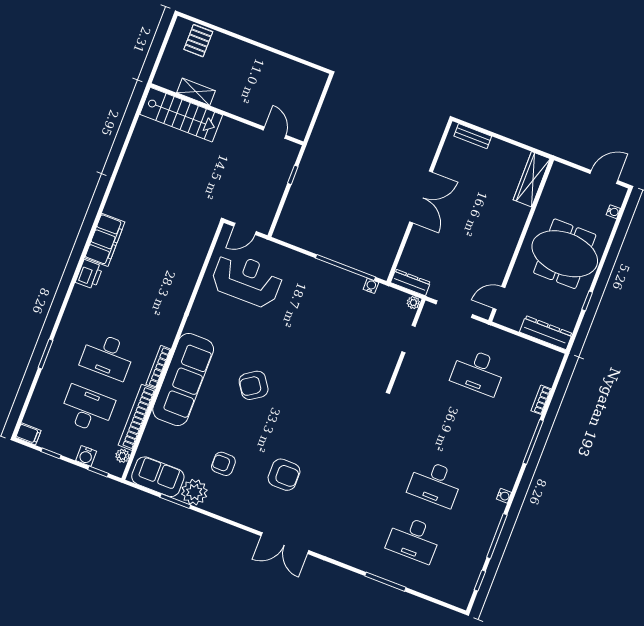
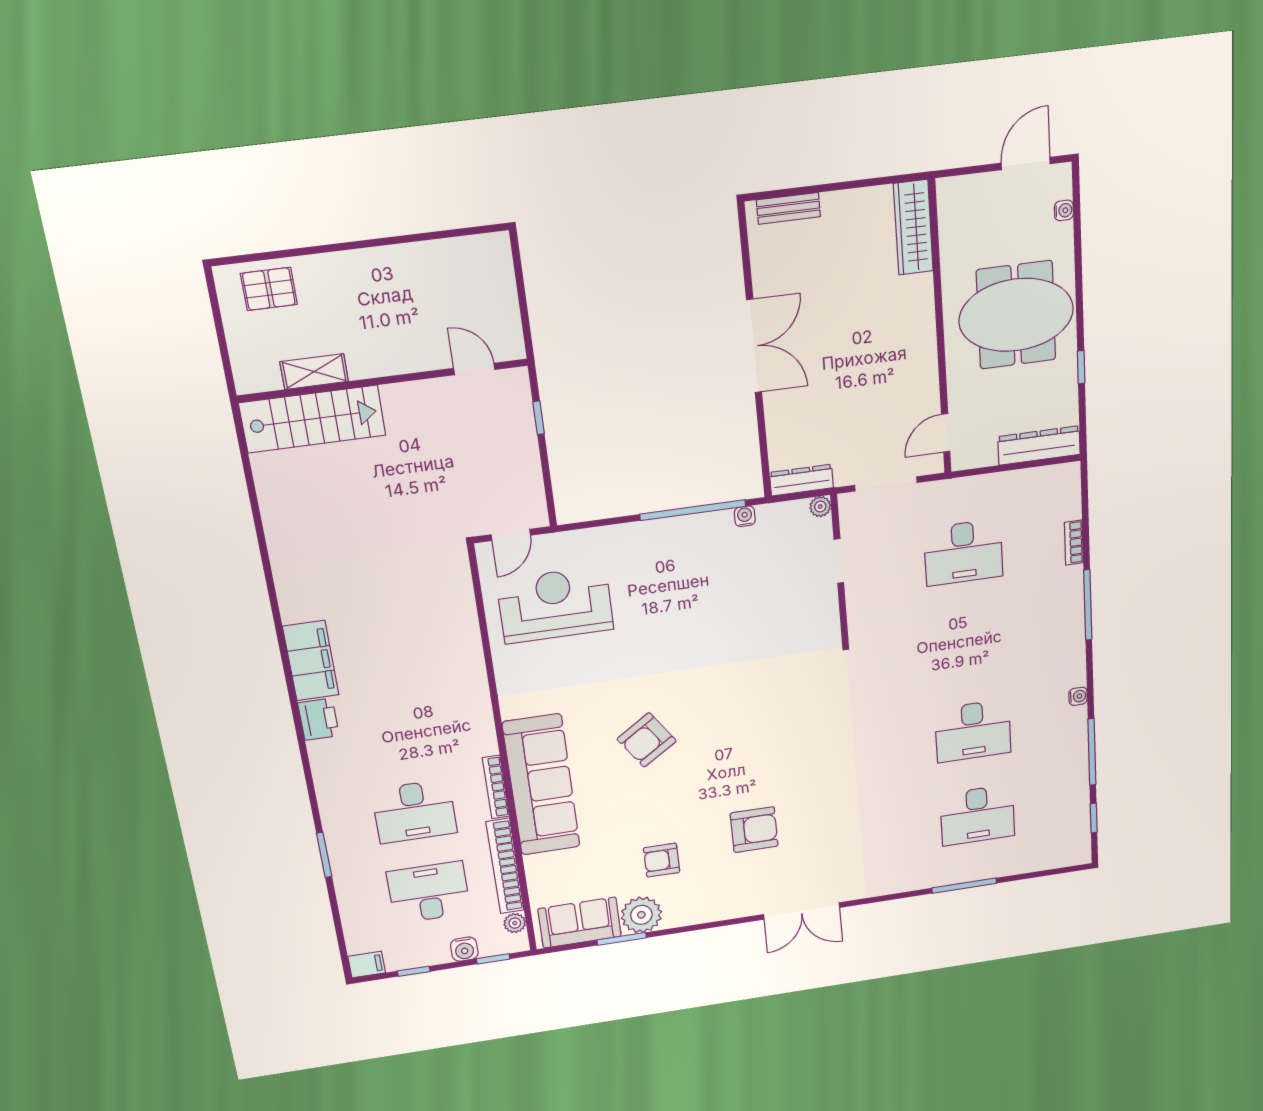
pallet: (198, 41) -> (269, 289), turned 90

